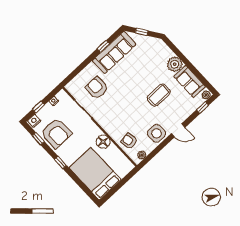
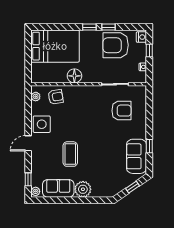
sofa: (114, 53) -> (137, 156), width x0.73
window: (38, 139) -> (108, 27), moved

